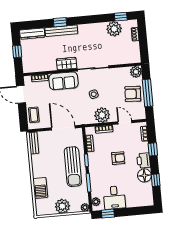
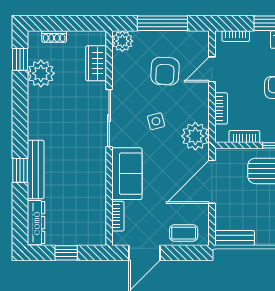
wardrobe: (67, 64) -> (96, 63), moved
armchair: (133, 94) -> (165, 71), moved
plant: (102, 115) -> (195, 136), moved

